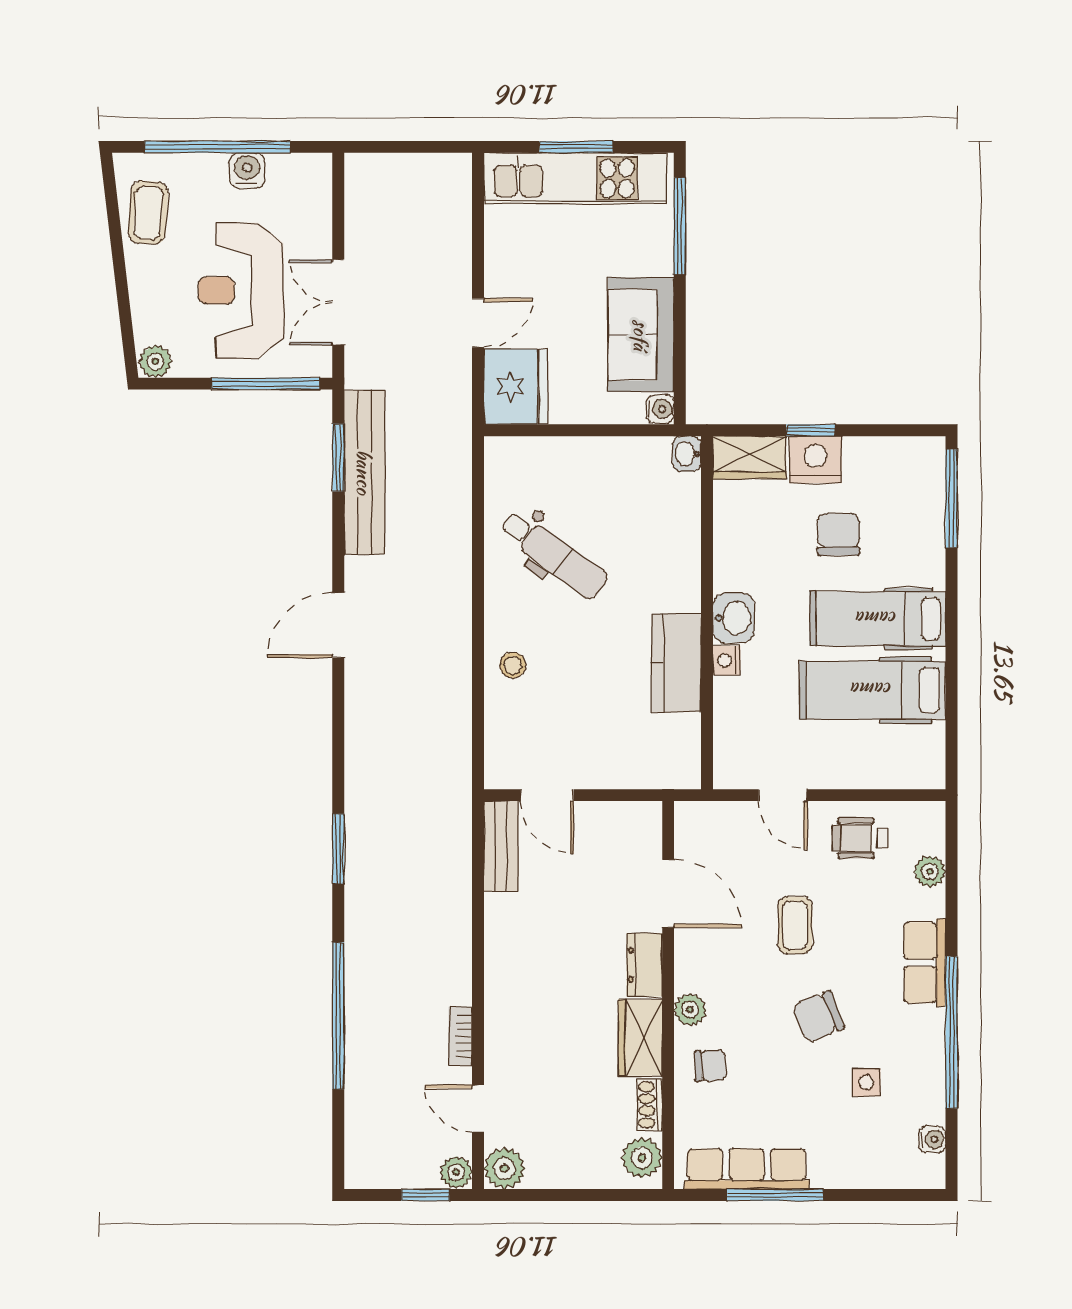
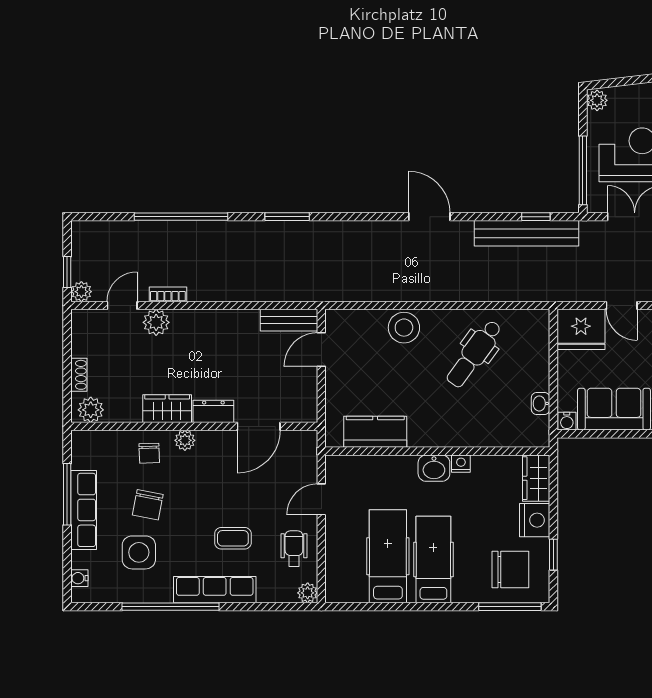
window: (811, 430) -> (553, 555), moved
washbasin: (687, 454) -> (541, 403), moved, turned -90
window: (338, 458) -> (536, 217), width x0.67
chair: (839, 534) -> (510, 569), moved, width x1.37, depth x1.37
nightstand: (727, 660) -> (461, 464), moved
kitchen counter: (677, 663) -> (375, 432), moved
stool: (513, 665) -> (404, 328), width x1.89, depth x1.89
plant: (930, 871) -> (308, 593), moved
coffee table: (795, 925) -> (233, 538), moved
row of seats: (925, 963) -> (215, 590), width x1.48
chair: (818, 1017) -> (148, 505), moved, turned -148
side table: (866, 1082) -> (139, 552), width x1.87, depth x1.87
shoe rack: (650, 1105) -> (79, 375), moved, turned 90
water cooler: (932, 1139) -> (79, 578), moved, turned 90
plant: (505, 1168) -> (156, 322), moved
row of seats: (747, 1169) -> (84, 510), moved

